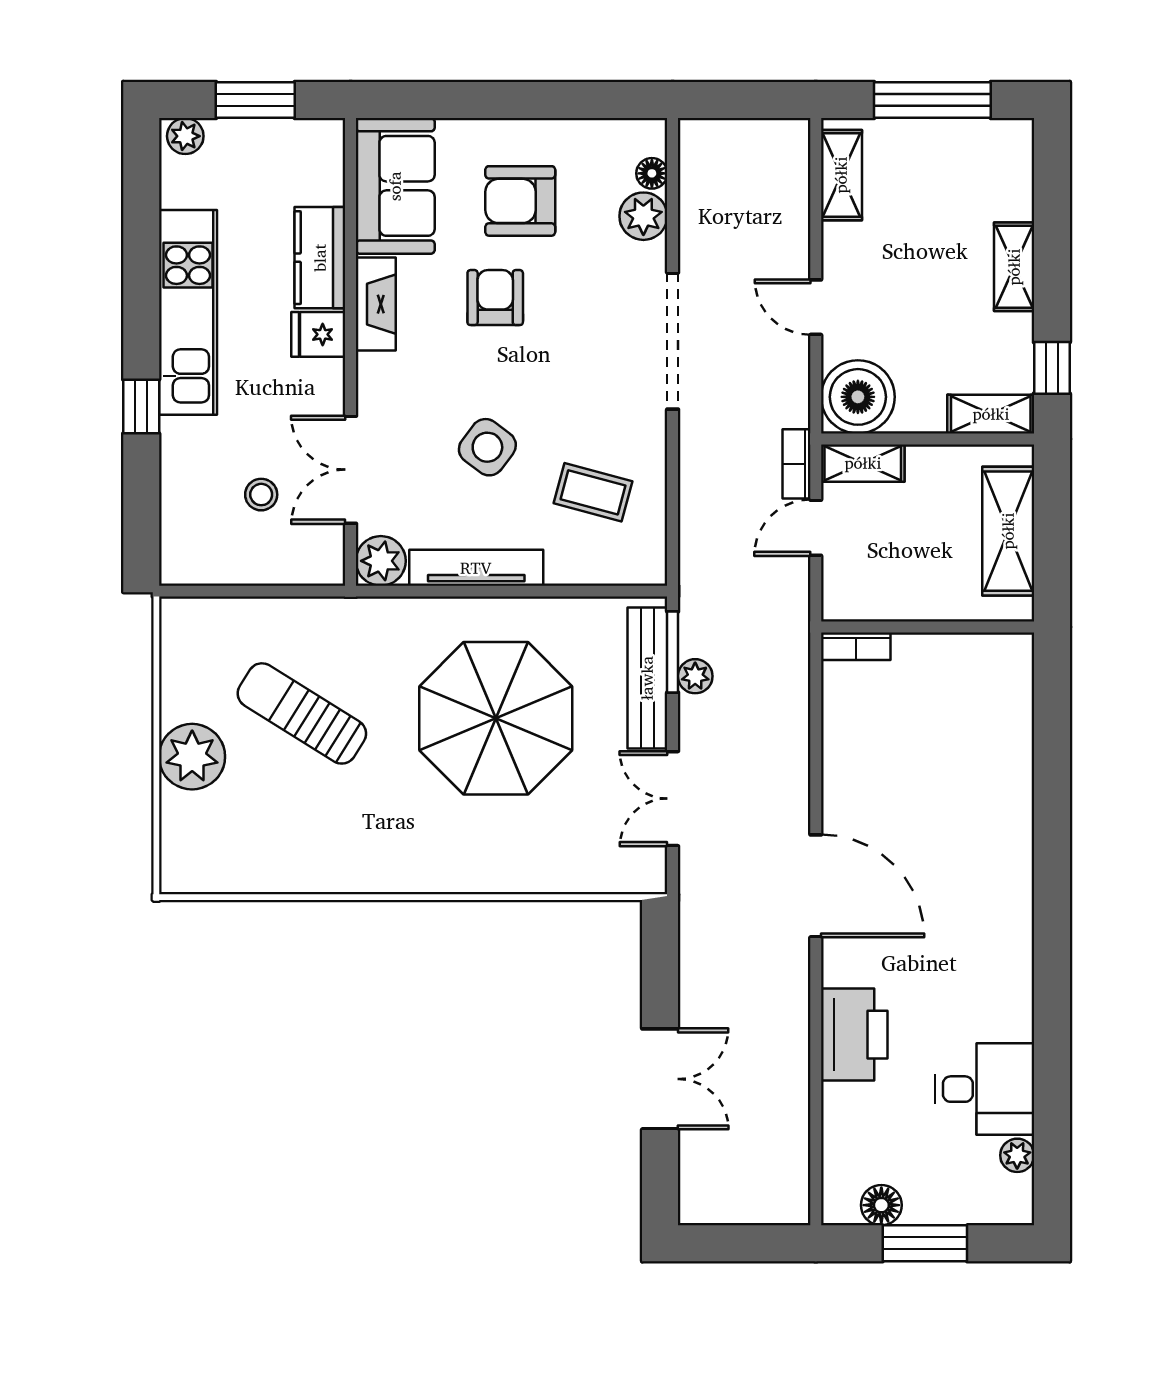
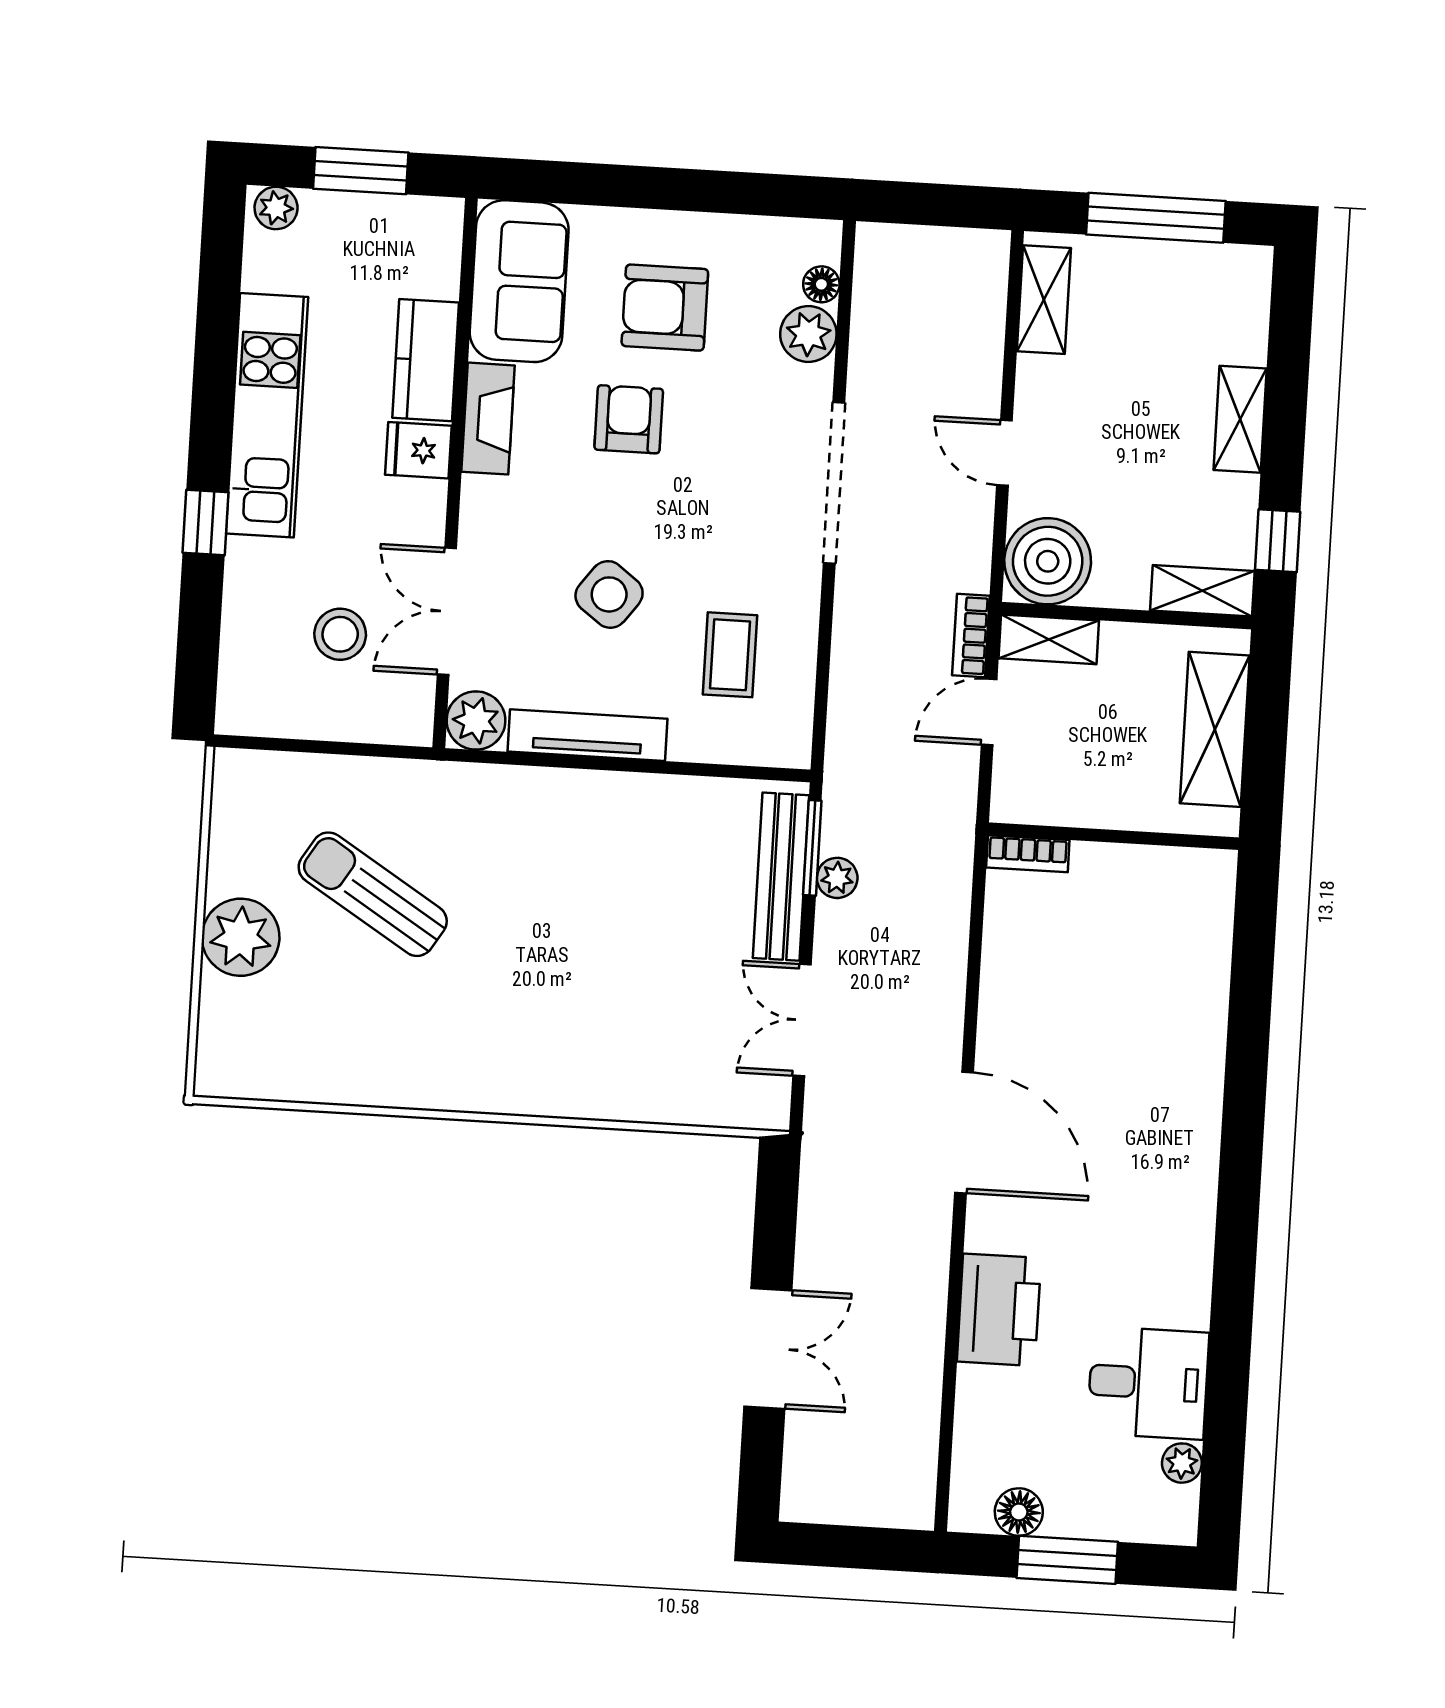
coffee table: (593, 492) -> (730, 655), turned 75
stool: (261, 495) -> (340, 634), width x1.37, depth x1.37
parasol: (496, 718) -> (600, 913), removed

